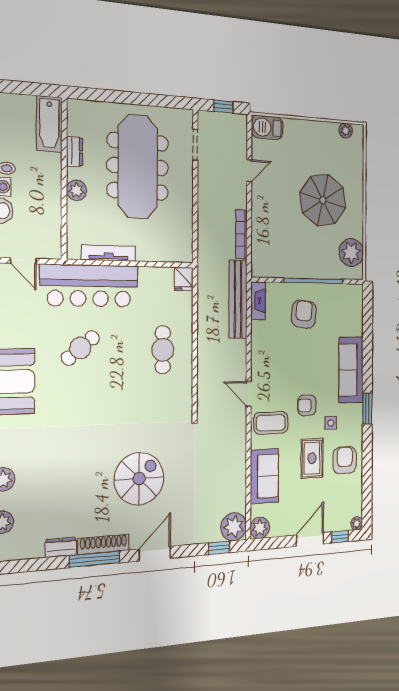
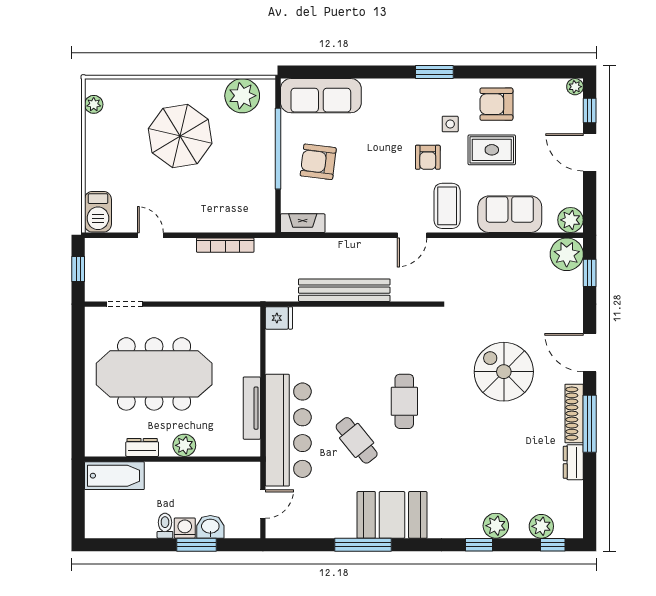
bench: (238, 299) -> (344, 290), moved
cafe table: (163, 350) -> (404, 401), moved, turned 90
sofa: (351, 370) -> (321, 96), moved

